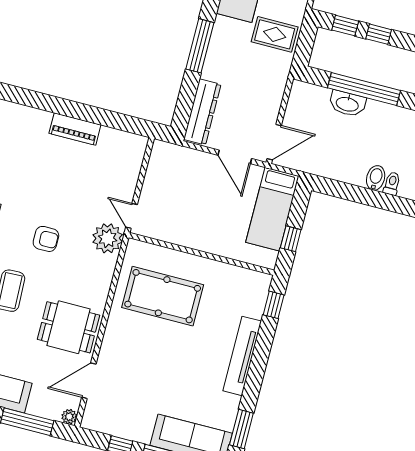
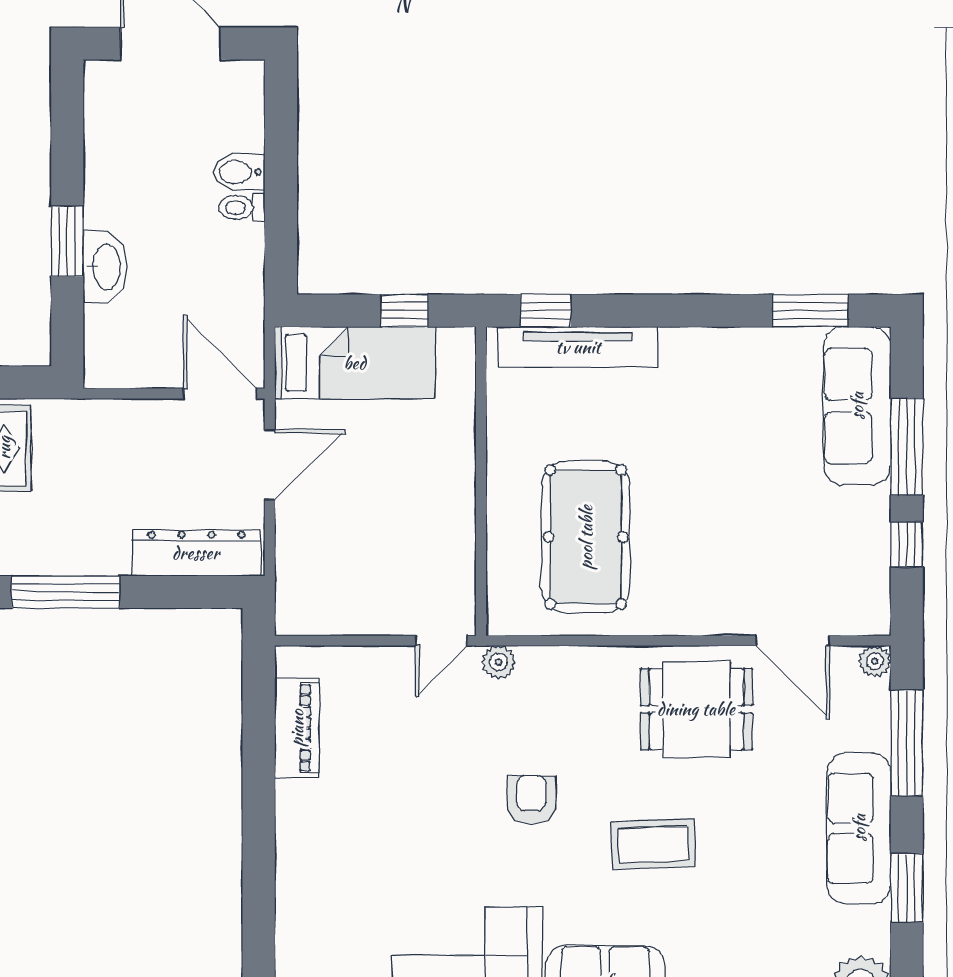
window: (364, 89) -> (67, 241), width x0.47
piano: (75, 129) -> (297, 728), moved
toilet: (392, 184) -> (242, 207), moved
plant: (108, 238) -> (498, 662), width x0.53, depth x0.53
dining table: (68, 327) -> (696, 709), turned 90
tv unit: (242, 356) -> (578, 347), moved

